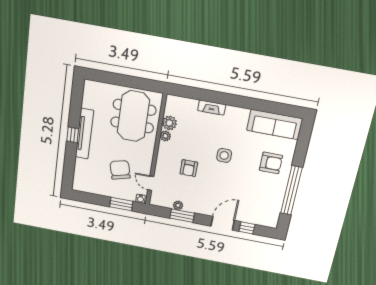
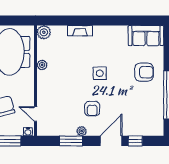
plant: (169, 123) -> (44, 32), moved
sofa: (275, 124) -> (146, 36), width x0.73
armchair: (189, 168) -> (92, 109), moved
plant: (178, 205) -> (82, 131), moved

